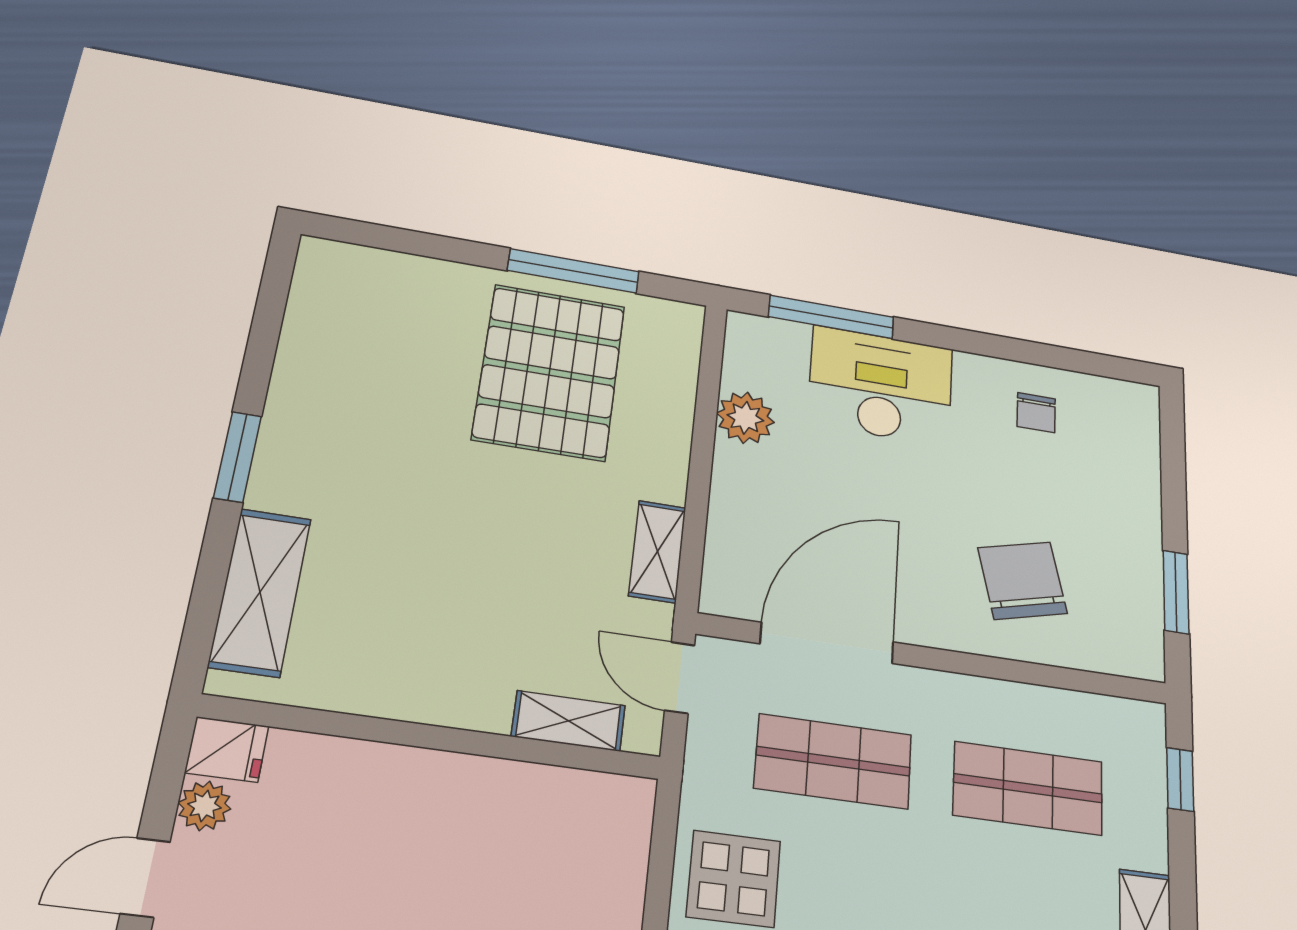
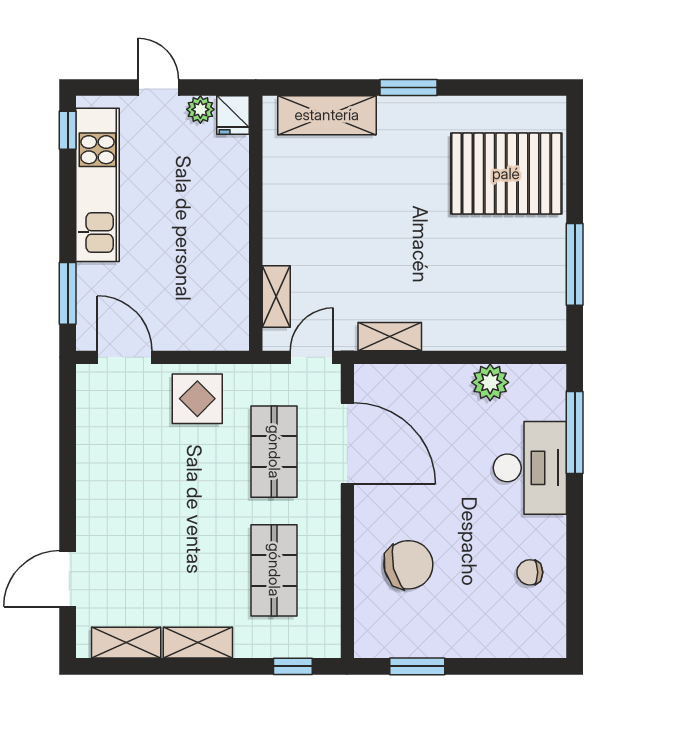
pallet: (550, 372) -> (506, 174), moved

